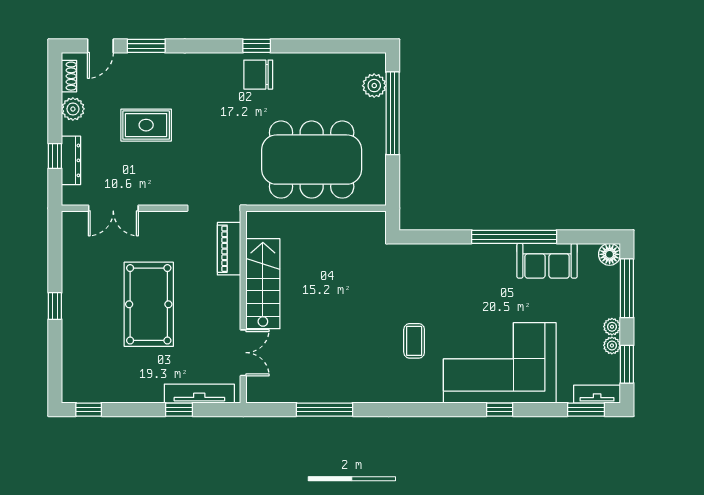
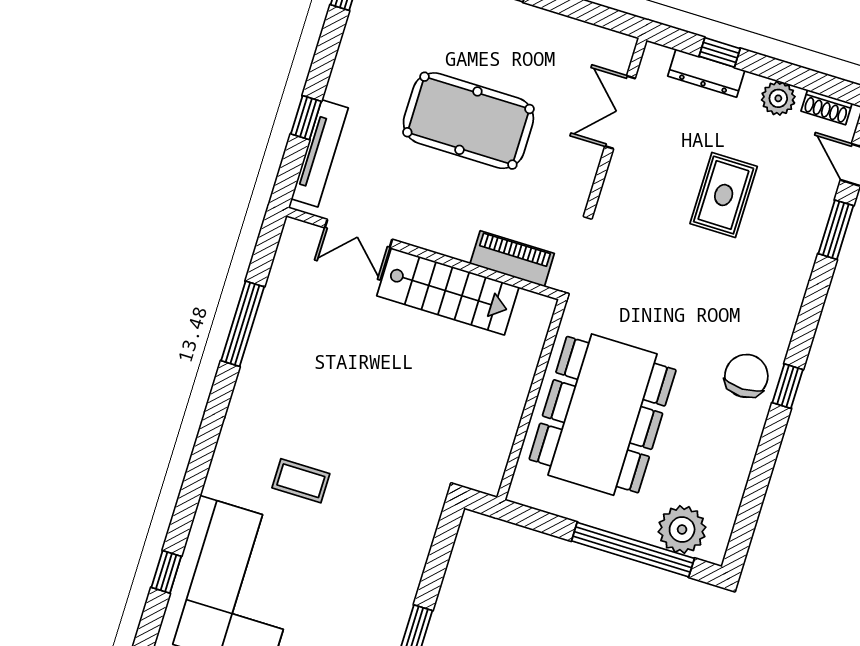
plant: (374, 86) -> (682, 529), width x1.36, depth x1.36

